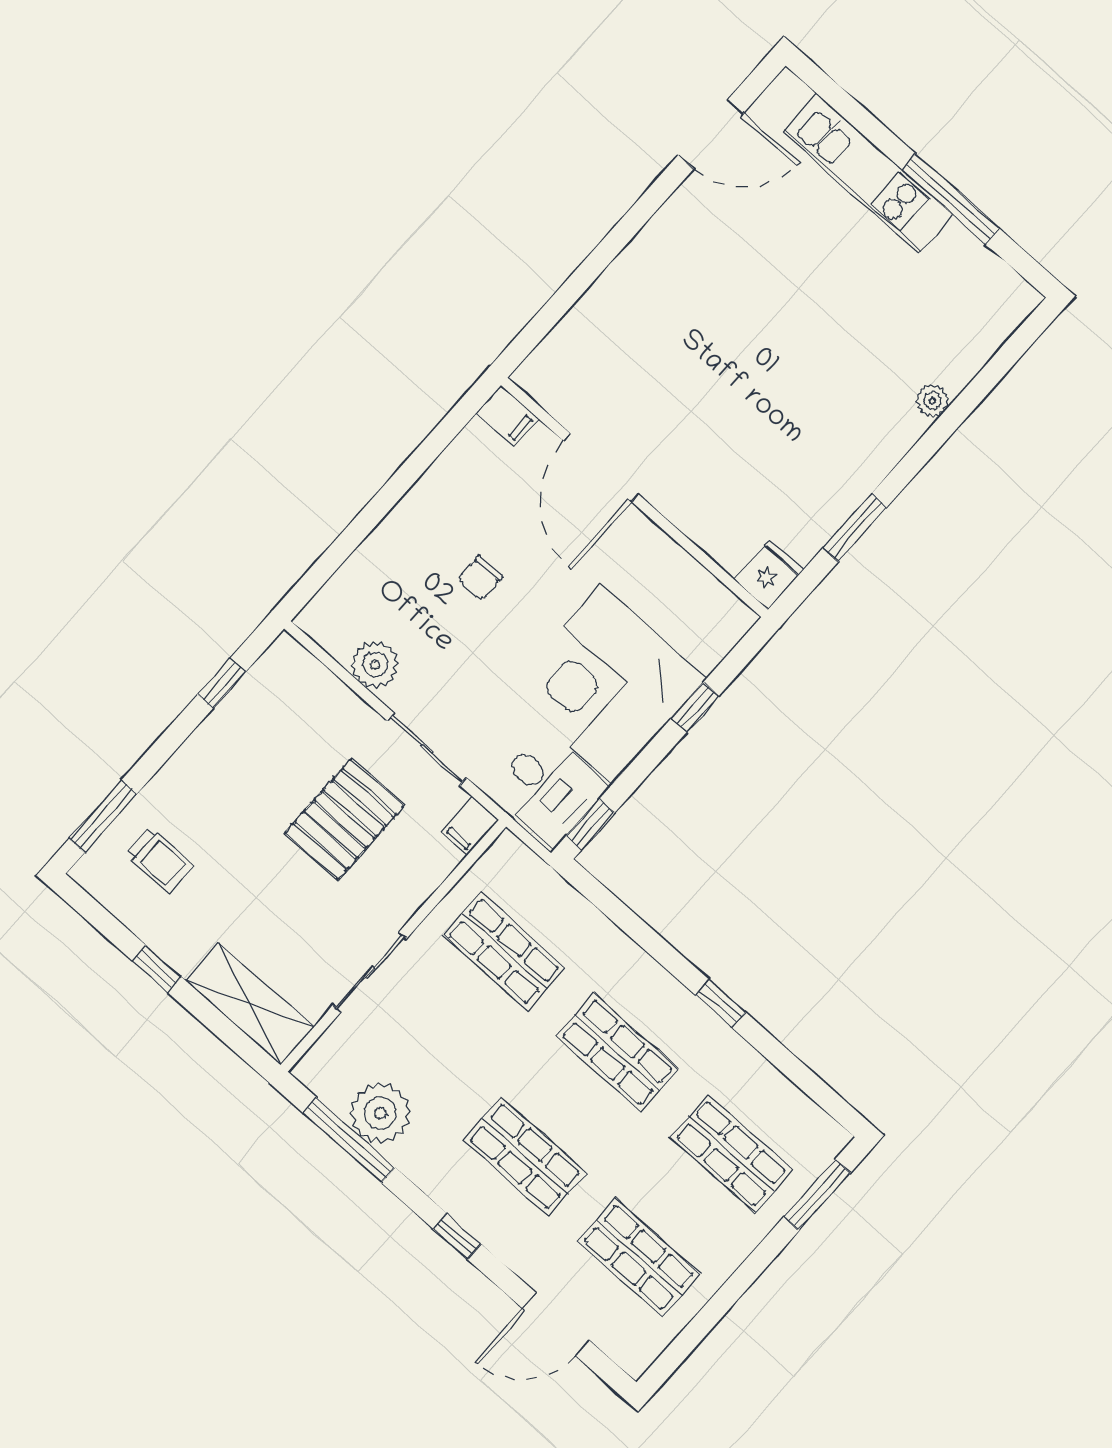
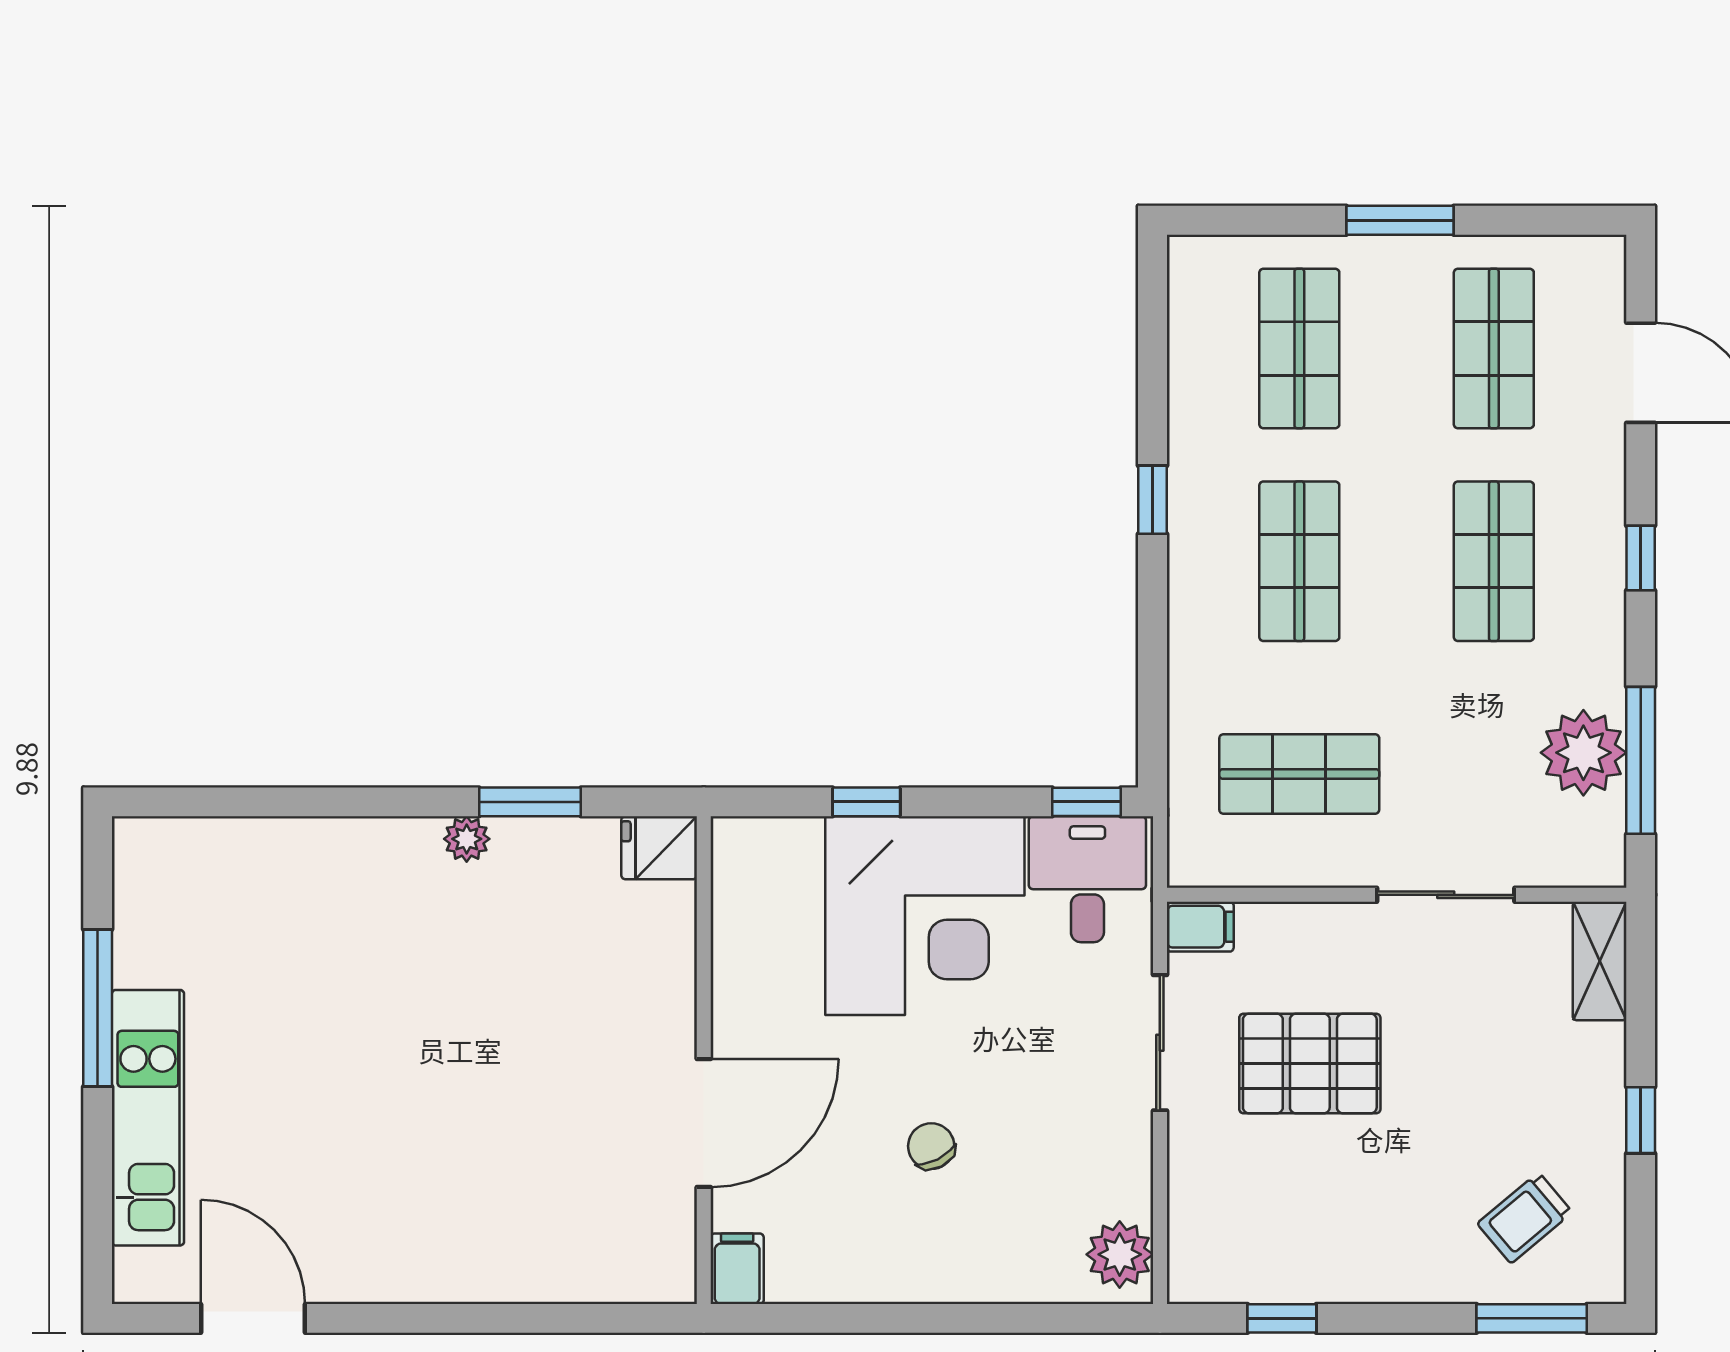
plant: (932, 401) -> (467, 839), moved
chair: (480, 578) -> (931, 1146), turned -117
plant: (375, 665) -> (1120, 1254), moved
trolley: (160, 861) -> (1525, 1218), turned -130
shop shelf: (504, 951) -> (1299, 774), turned 90
shelving: (250, 1004) -> (1600, 961), width x0.67, depth x0.75
window: (817, 1195) -> (1400, 220), moved

